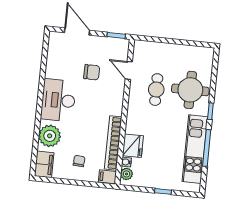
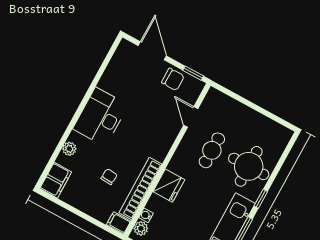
chair: (92, 72) -> (173, 79), moved
plant: (50, 136) -> (69, 149), width x0.53, depth x0.53
fridge: (133, 146) -> (169, 186), moved
chair: (79, 161) -> (109, 177), moved

